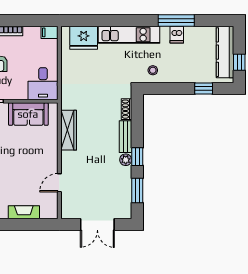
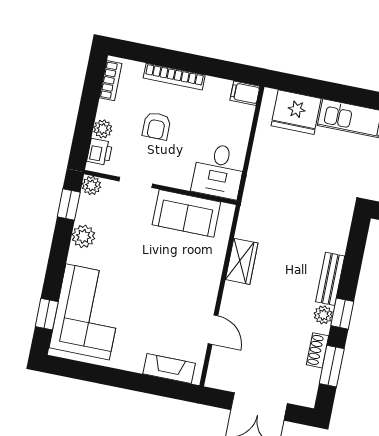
shoe rack: (127, 109) -> (318, 350), moved
wardrobe: (69, 130) -> (242, 261), width x0.67
door: (59, 183) -> (213, 330), swing flipped
fireplace: (24, 212) -> (169, 369), moved

